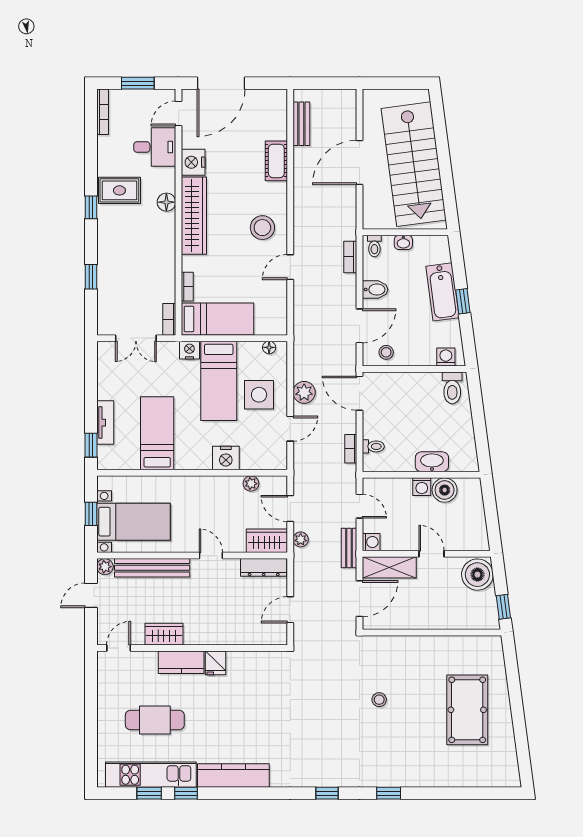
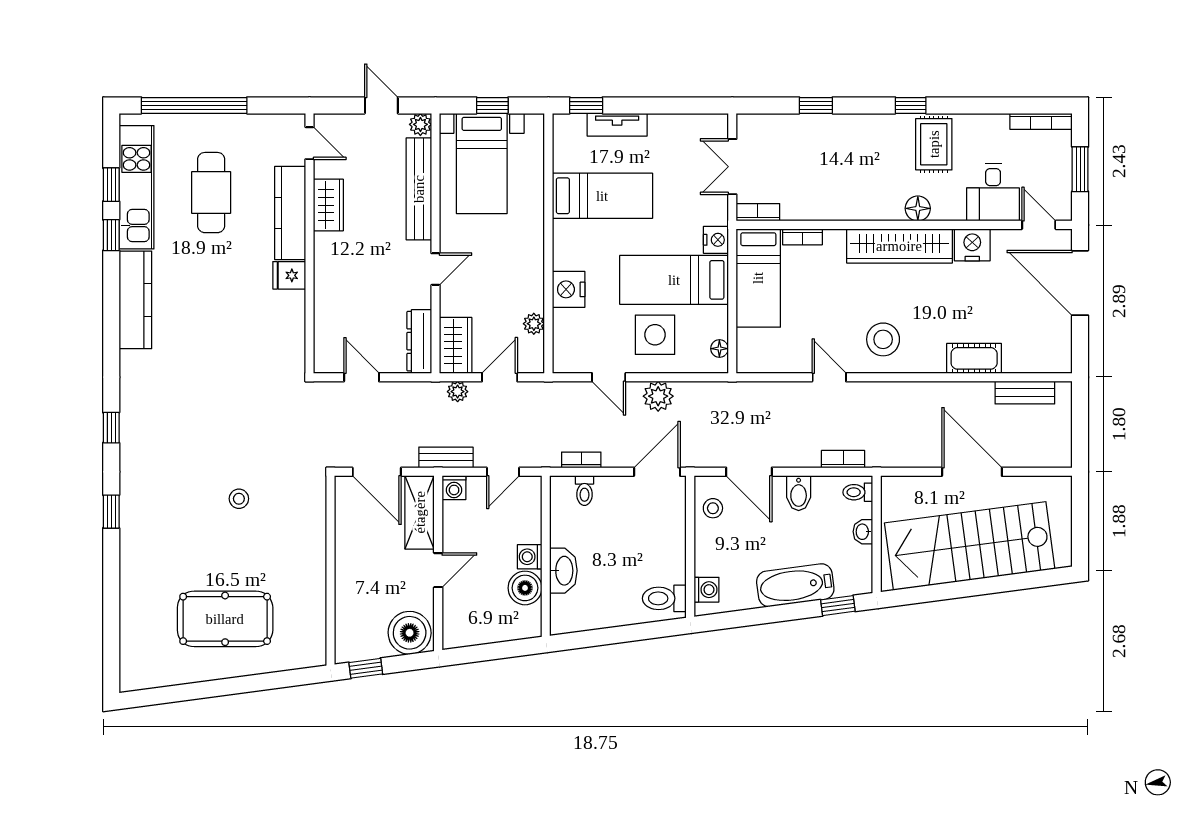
window: (463, 301) -> (838, 606), moved
kitchen counter: (181, 662) -> (290, 213), width x1.50
window: (91, 732) -> (194, 105), added

